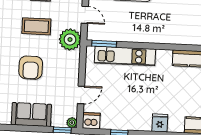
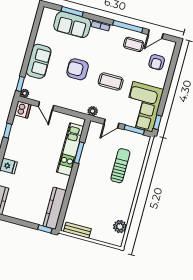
coffee table: (36, 26) -> (111, 81), turned 90
plant: (70, 39) -> (93, 111), width x0.53, depth x0.53
window: (104, 44) -> (79, 153), moved

